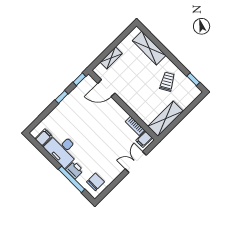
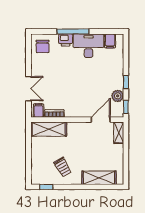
shelving: (111, 58) -> (119, 133), moved
plant: (77, 93) -> (118, 96), added
shelving: (166, 119) -> (49, 129), moved, turned 90
window: (72, 179) -> (73, 31), moved

